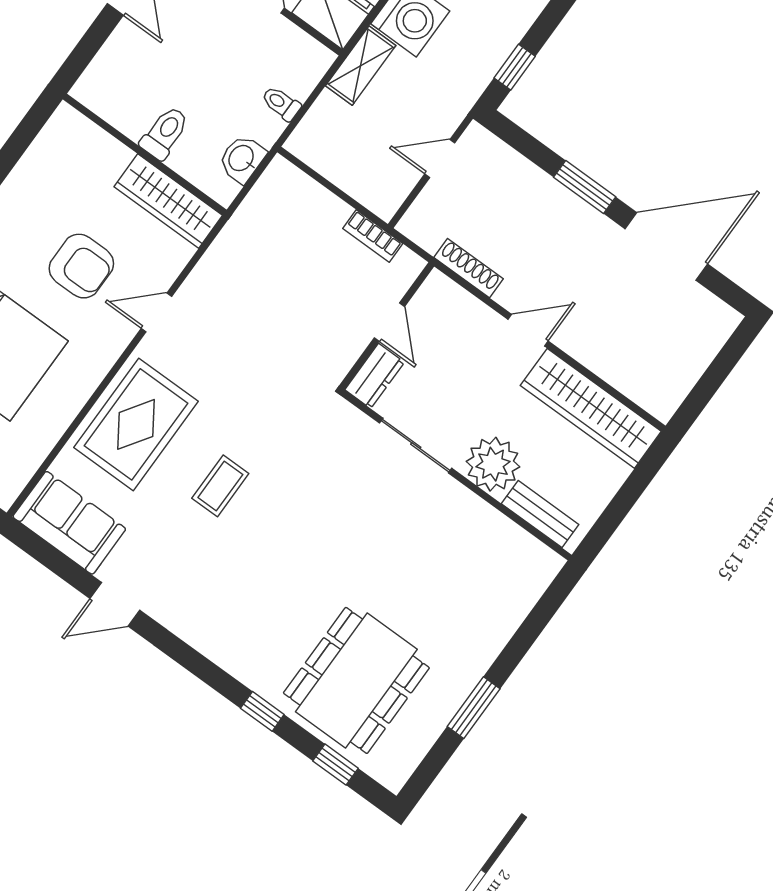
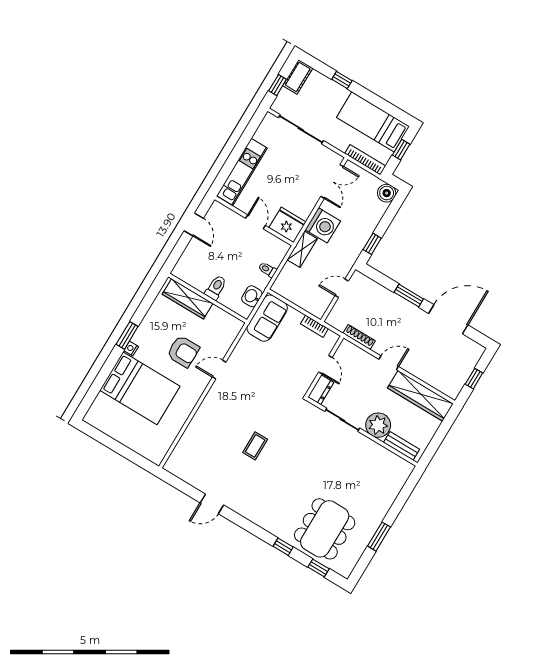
wardrobe: (168, 201) -> (188, 299), moved
window: (711, 381) -> (474, 379), added
rug: (136, 424) -> (214, 421), removed
sofa: (69, 523) -> (267, 318), moved, turned 90

